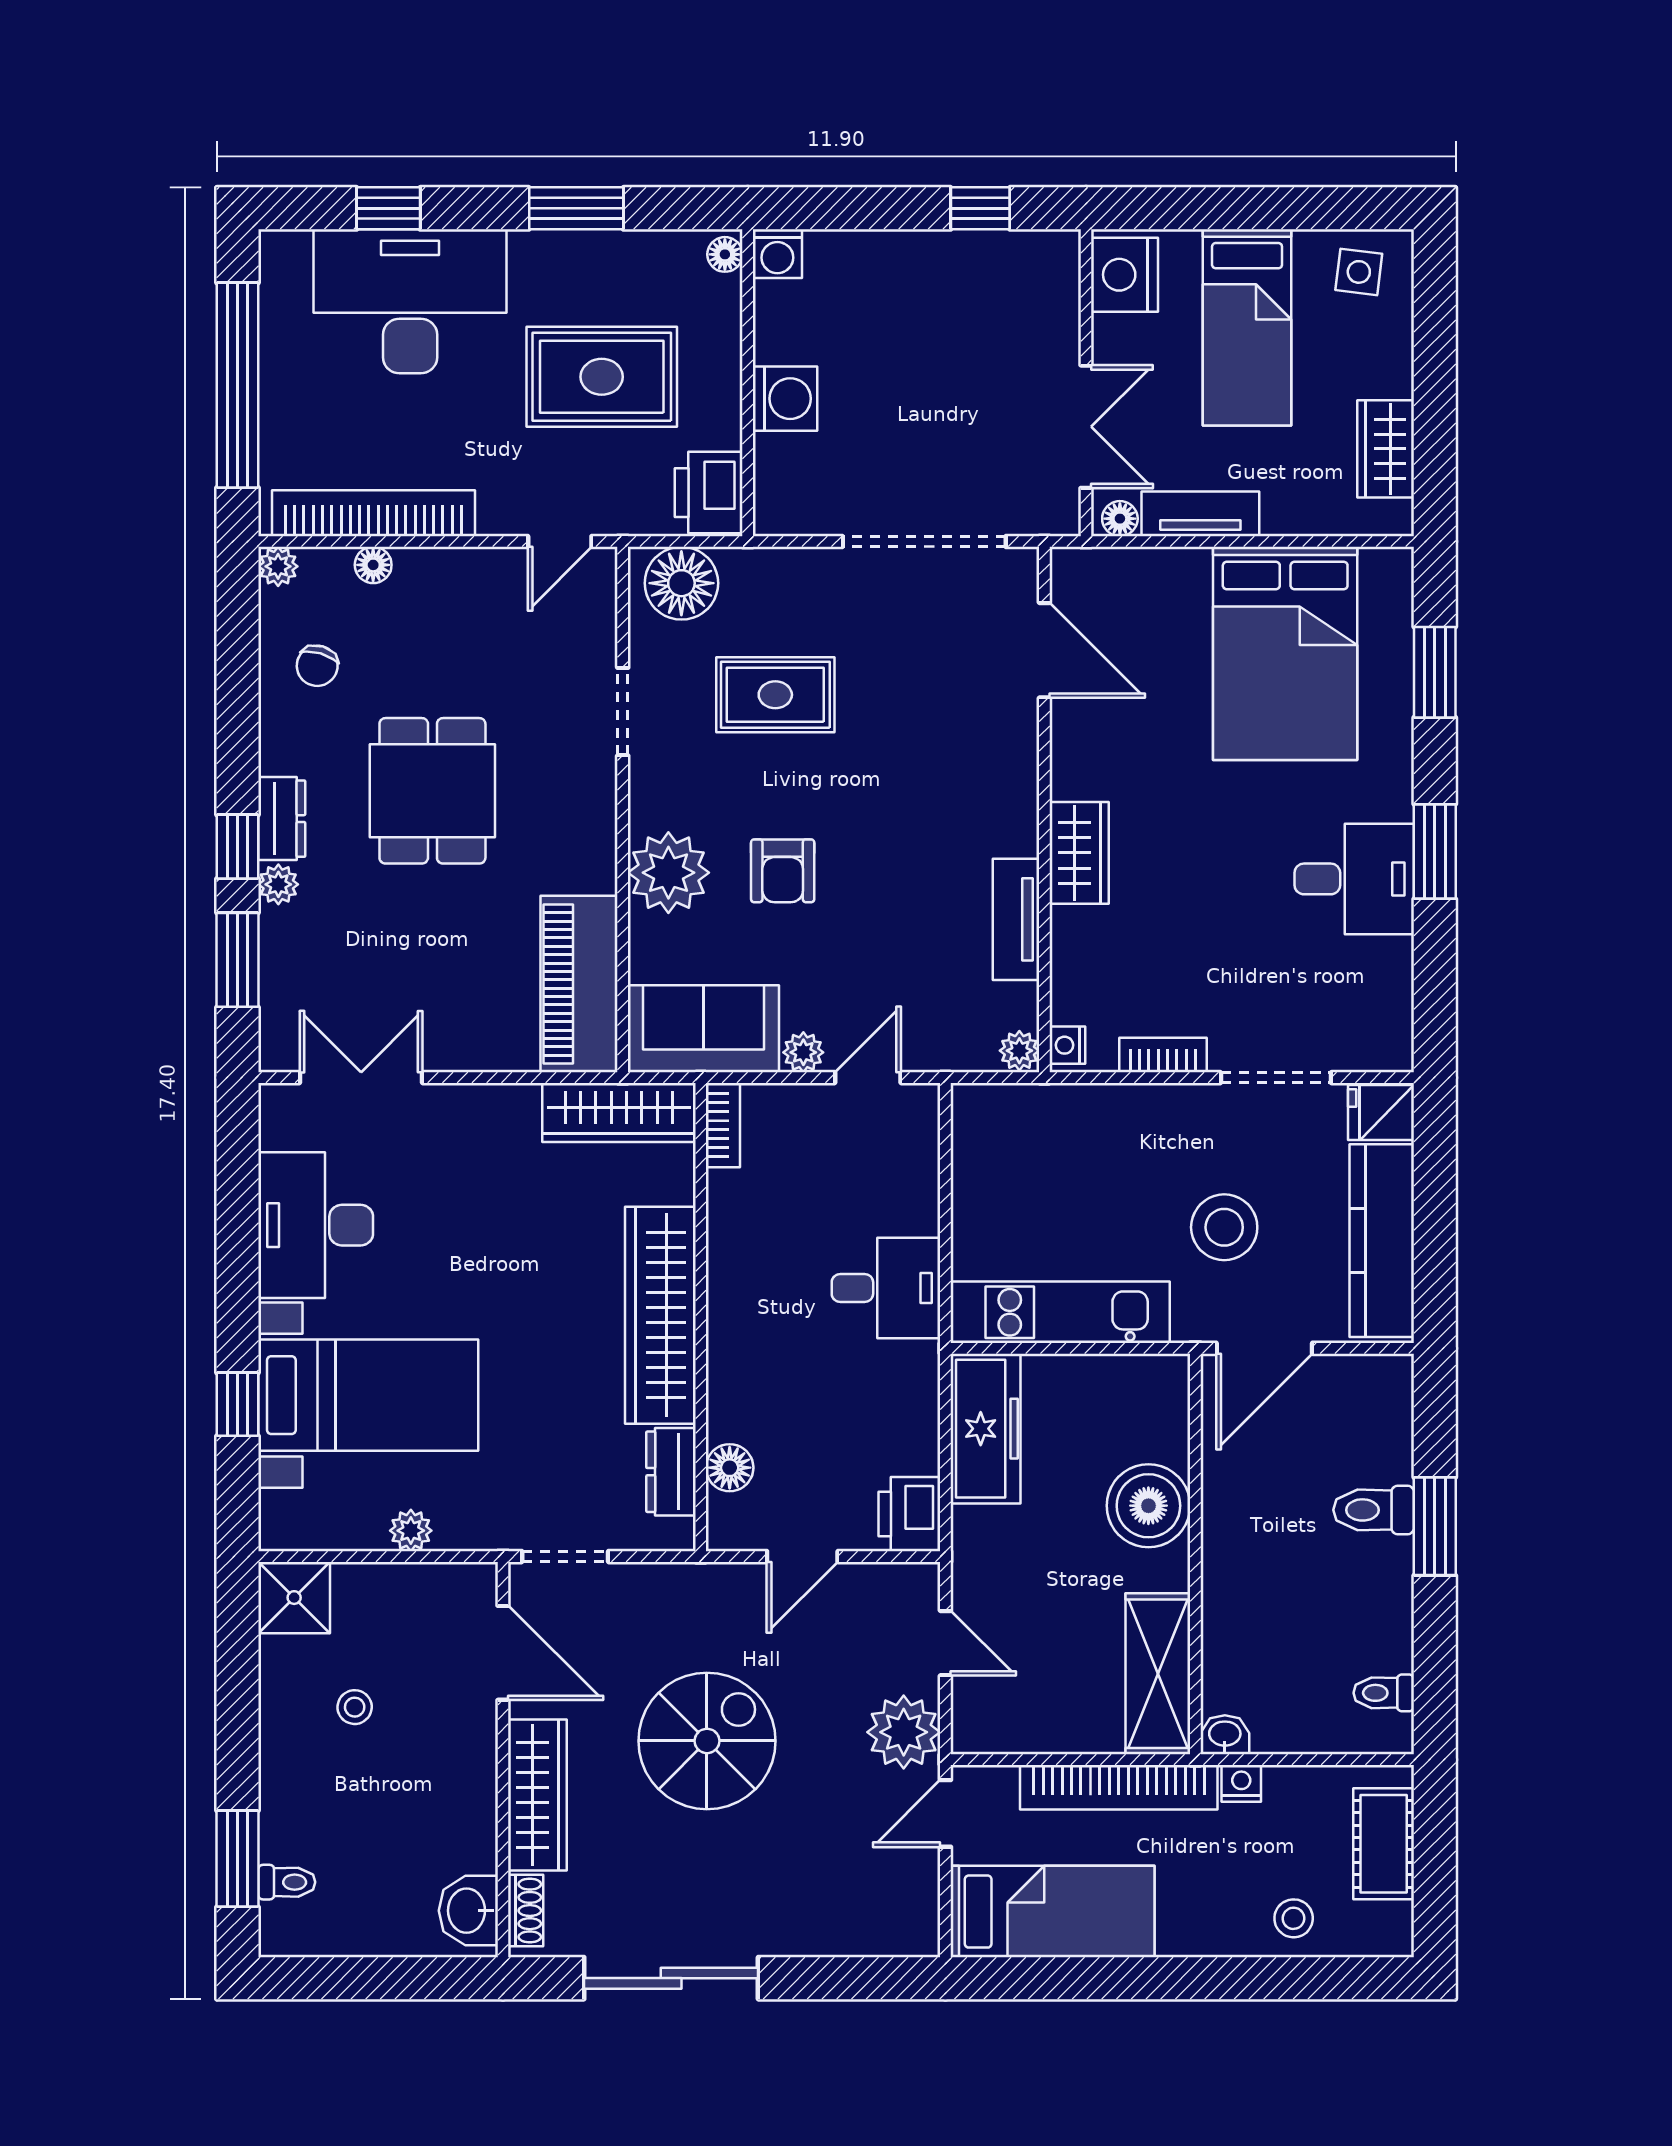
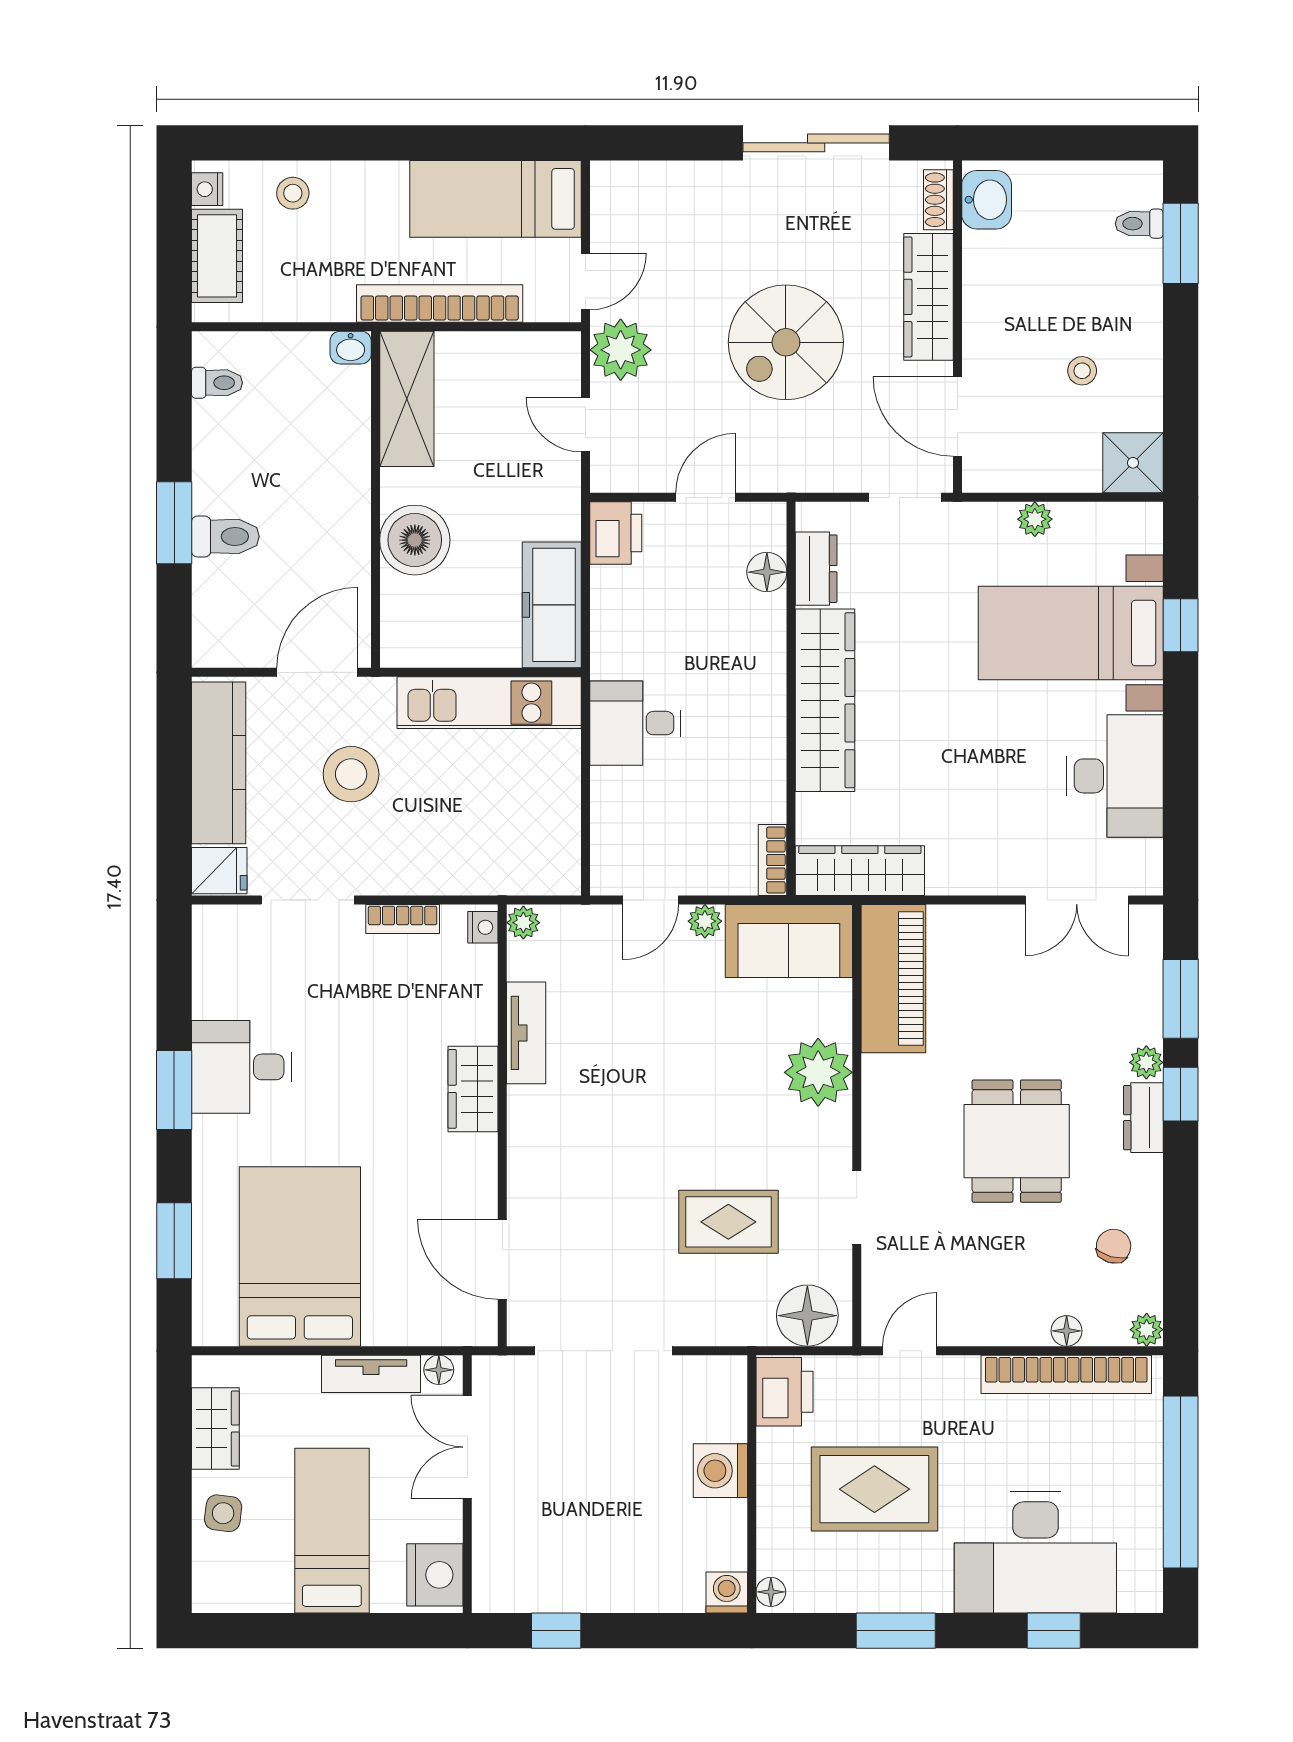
side table: (1359, 272) -> (223, 1513), moved
armchair: (783, 871) -> (722, 1074), removed
nightstand: (1241, 1783) -> (207, 189), moved, turned 90

